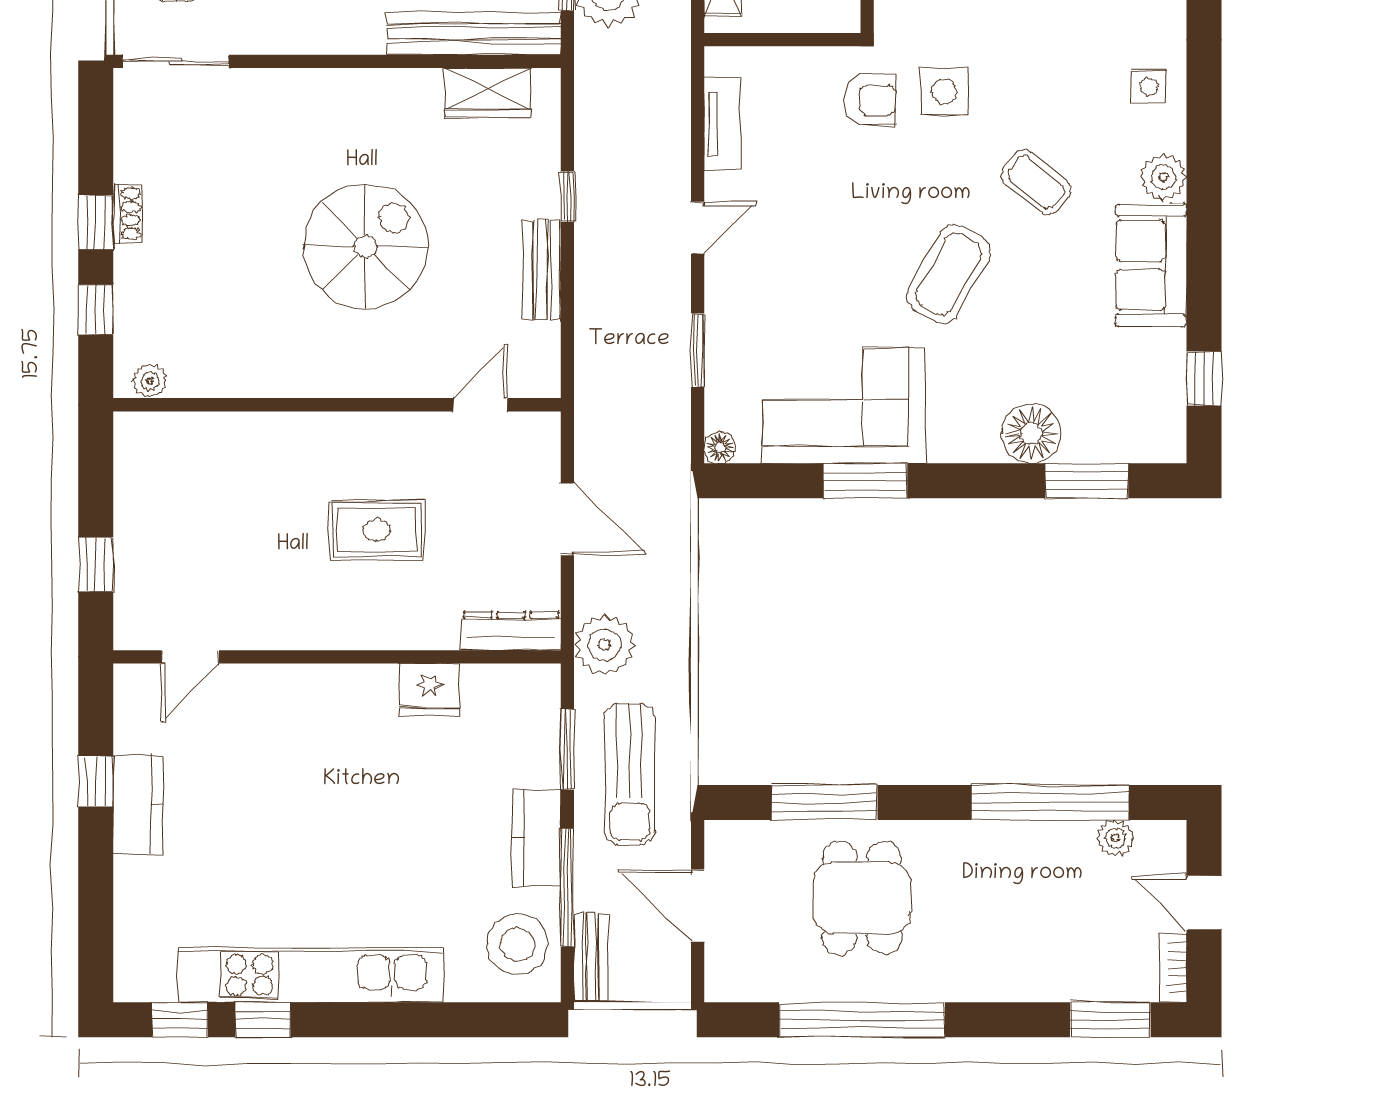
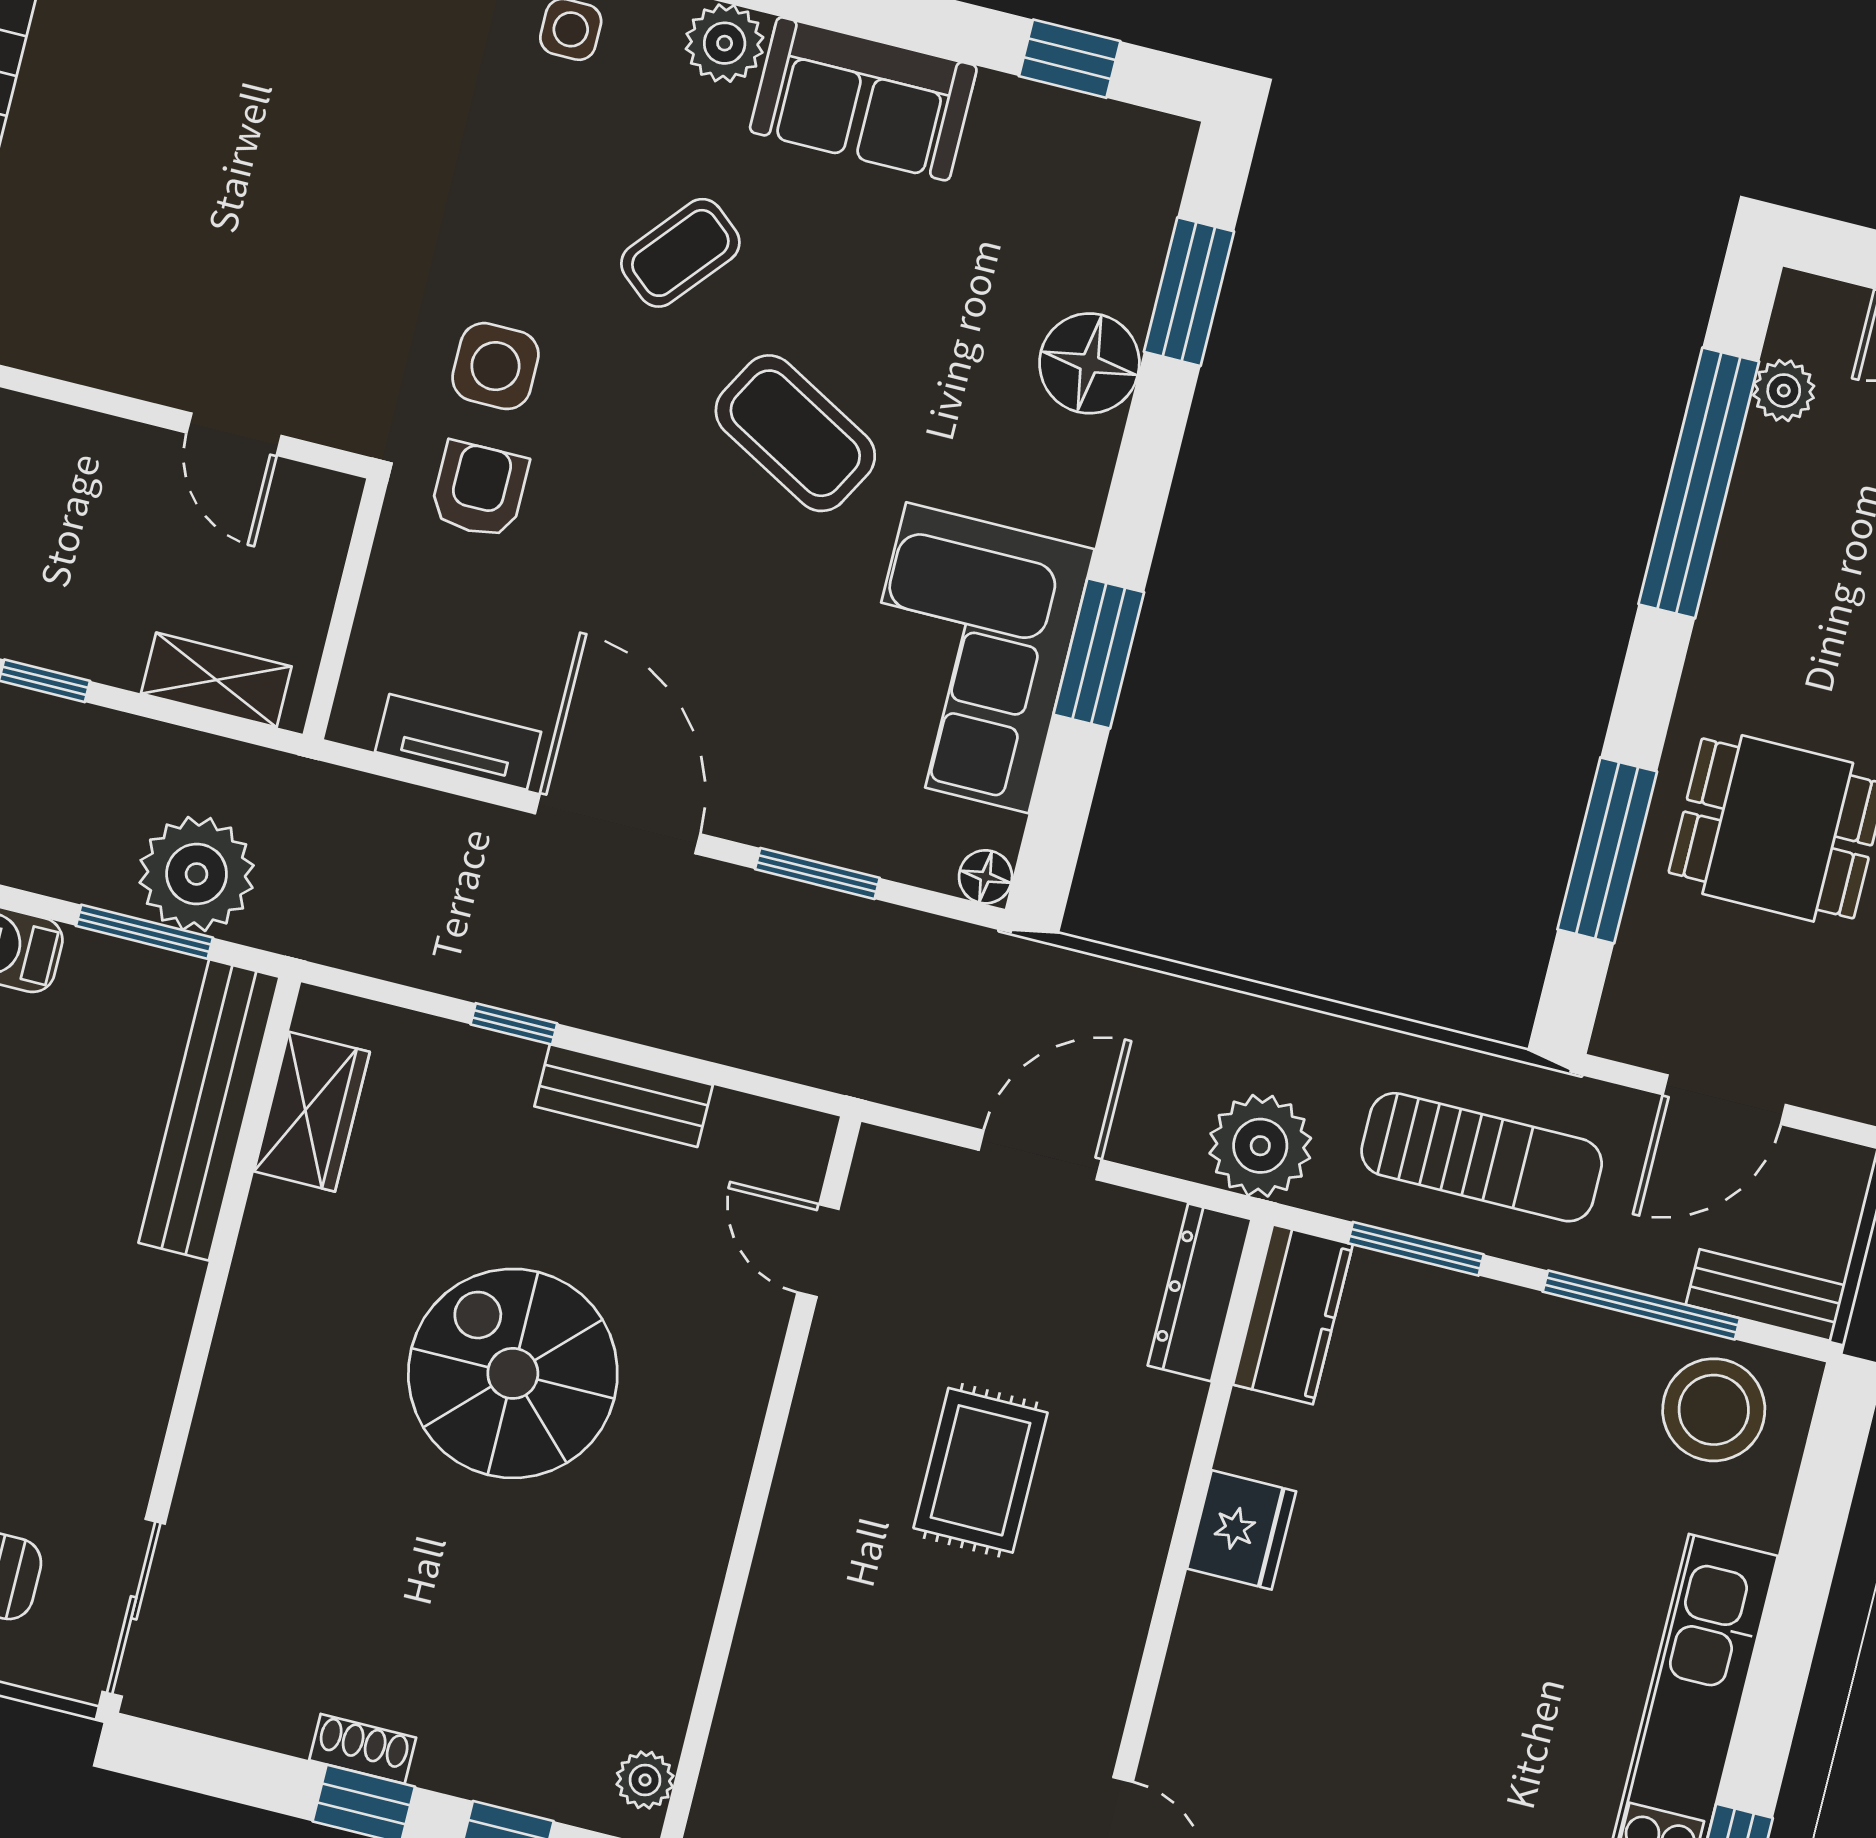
door: (698, 228) -> (618, 824), width x1.88
fridge: (429, 689) -> (1242, 1530), moved
kitchen counter: (536, 838) -> (1293, 1314), moved, turned -90

